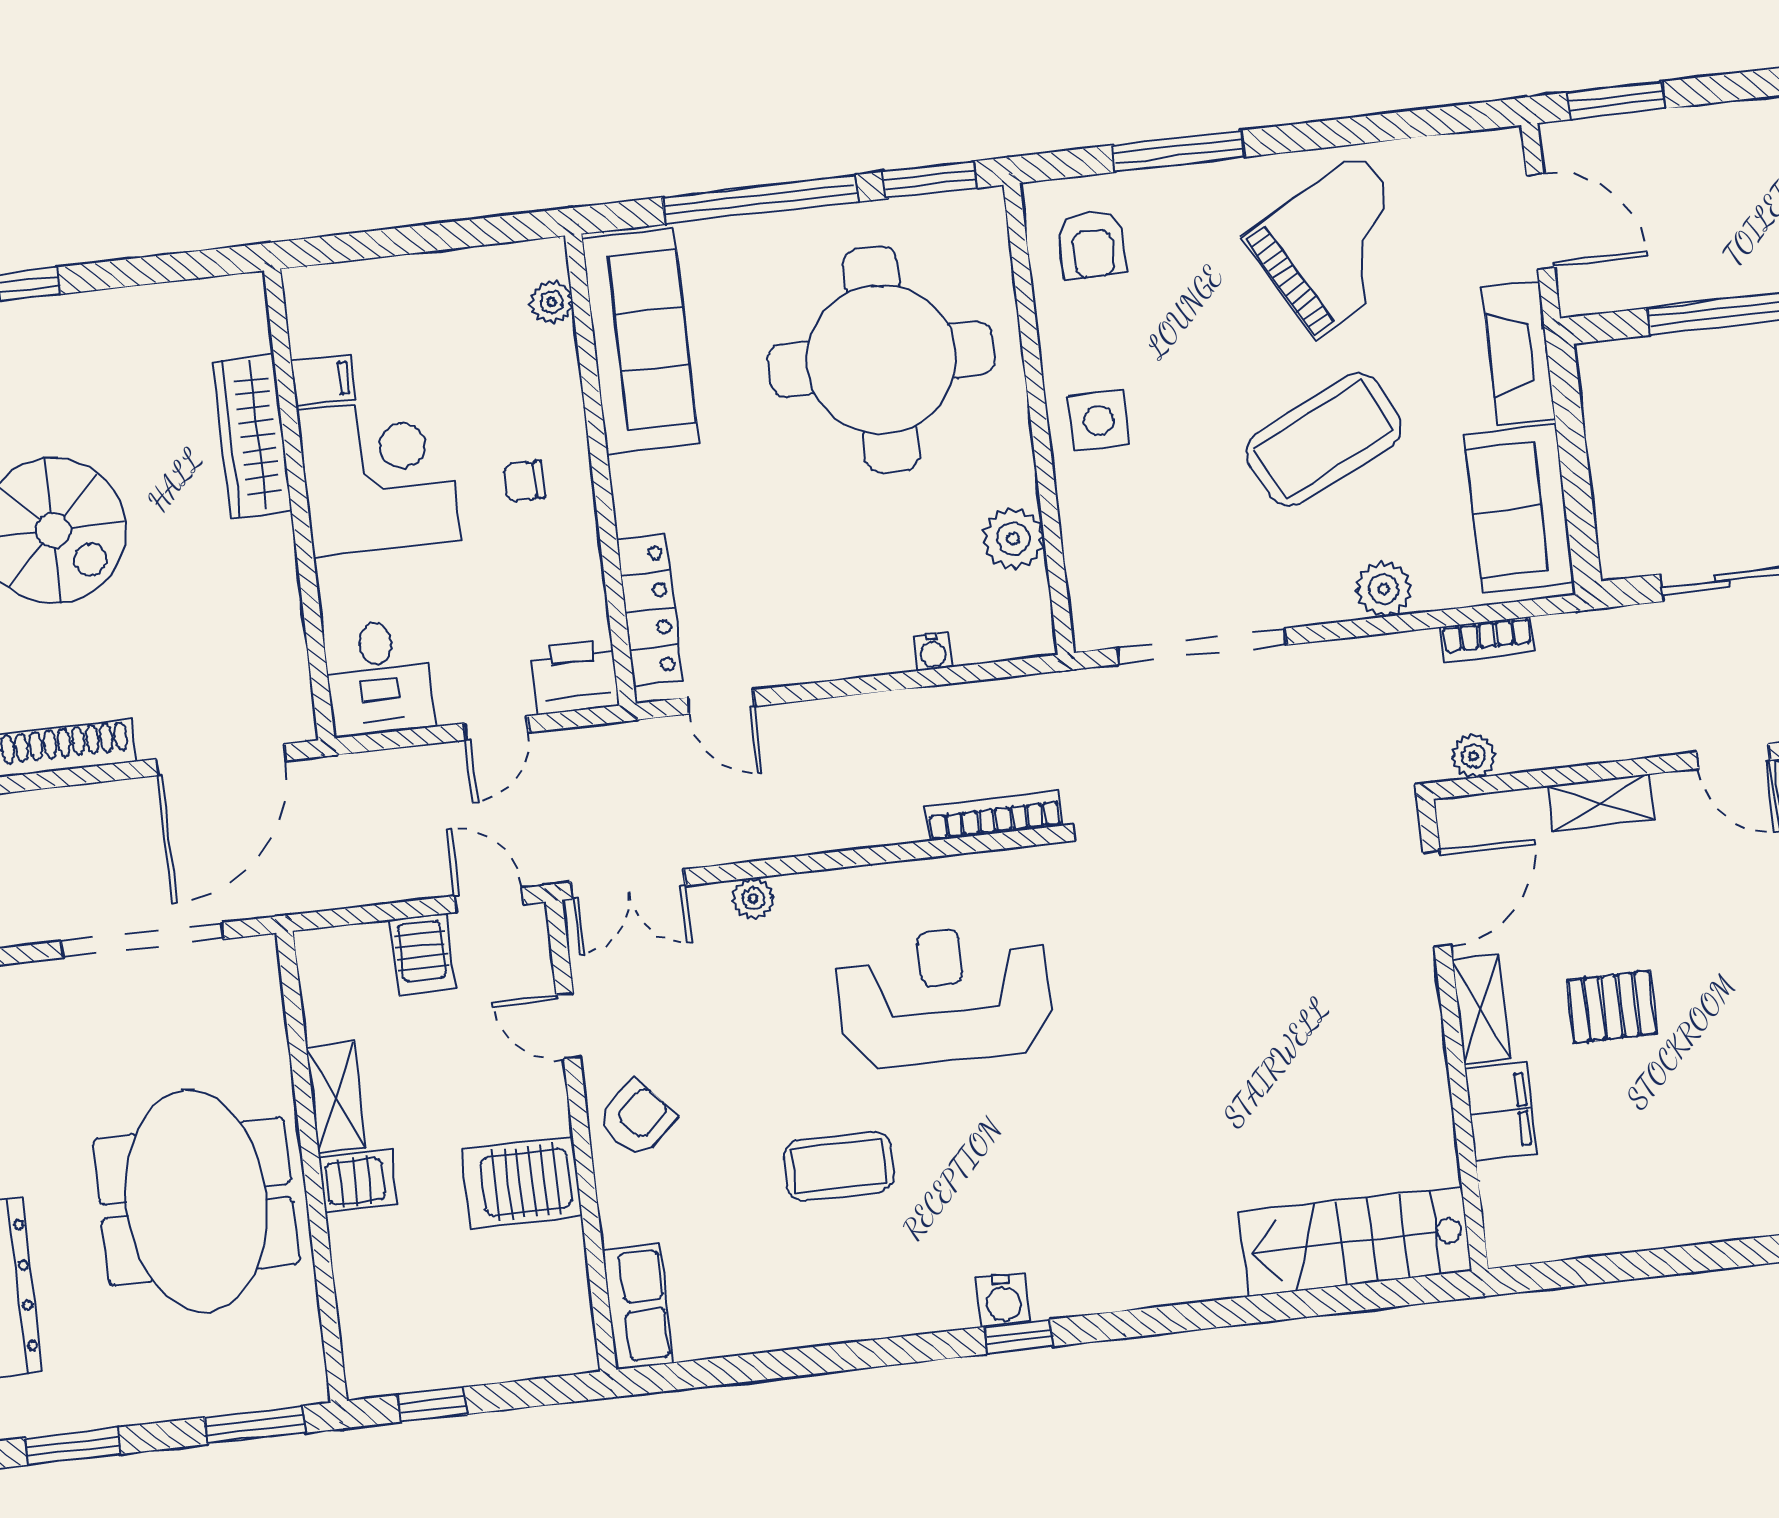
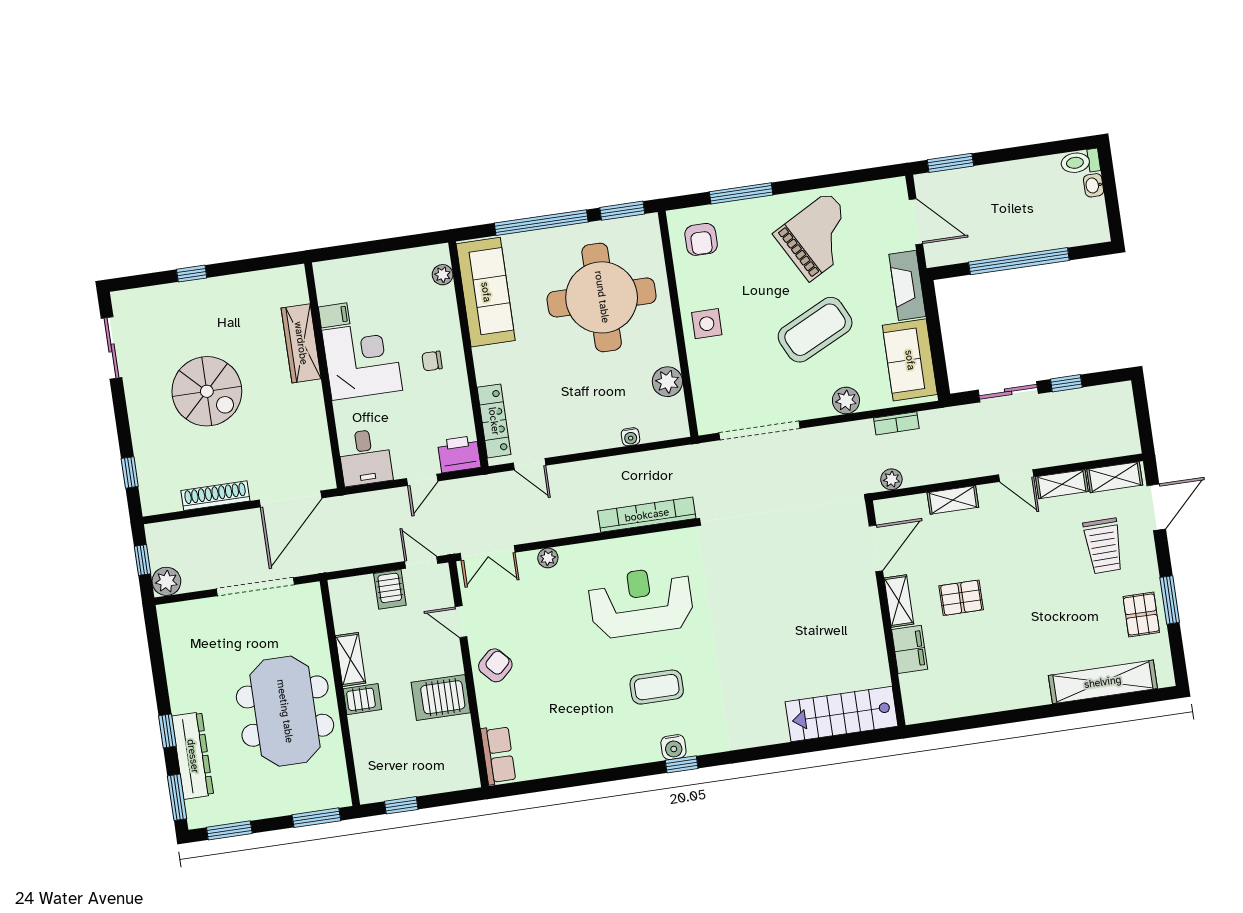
bookcase: (995, 816) -> (647, 515), width x1.48, depth x1.31
coffee table: (839, 1166) -> (657, 687), moved

